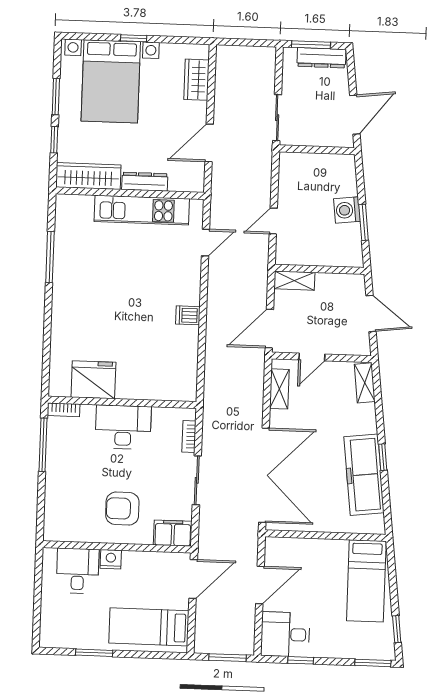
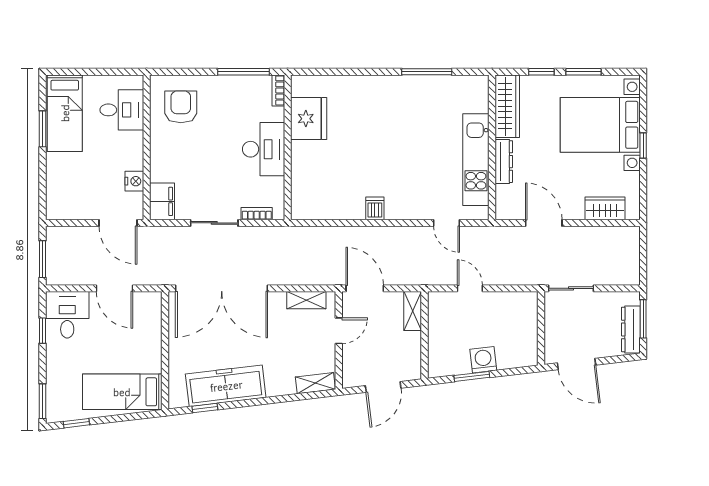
door: (312, 357) -> (339, 331), swing flipped
window: (383, 457) -> (205, 408), moved
armchair: (122, 509) -> (181, 107), moved
nightstand: (111, 559) -> (134, 181), moved
bed: (149, 627) -> (65, 113), moved, turned 180

